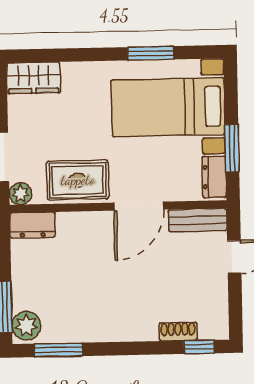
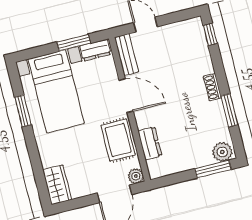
dresser: (32, 225) -> (150, 143), moved
shoe rack: (178, 332) -> (212, 87), moved
window: (58, 350) -> (229, 110), moved

